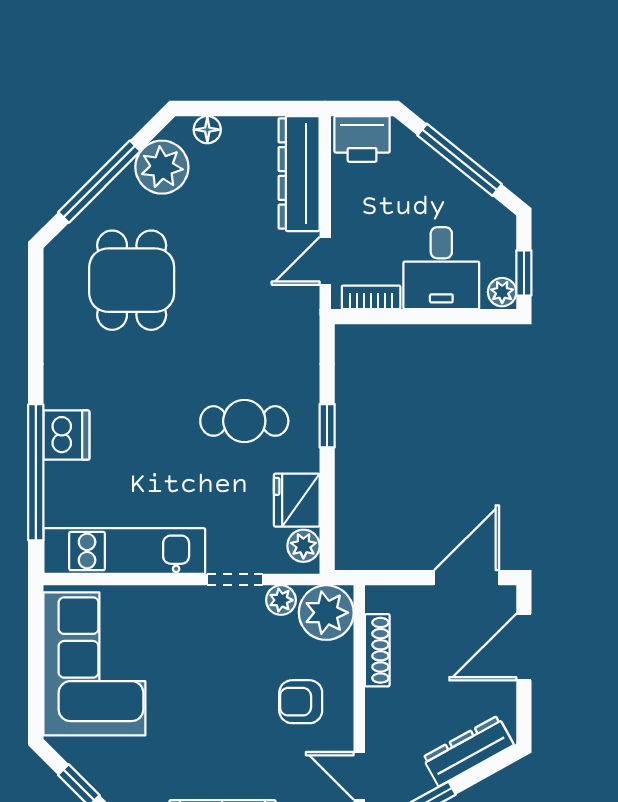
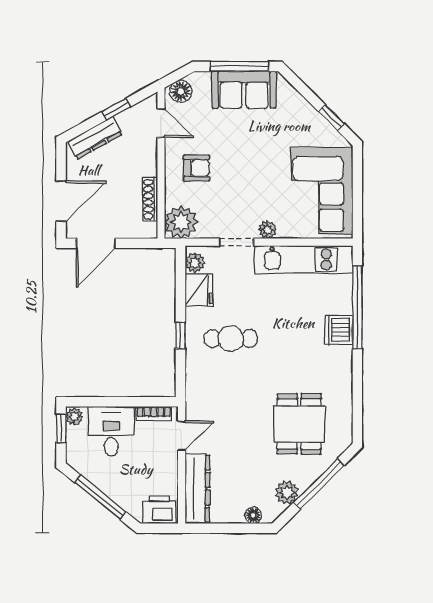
plant: (162, 167) -> (287, 493), width x0.73, depth x0.73
plant: (281, 600) -> (267, 230), moved

